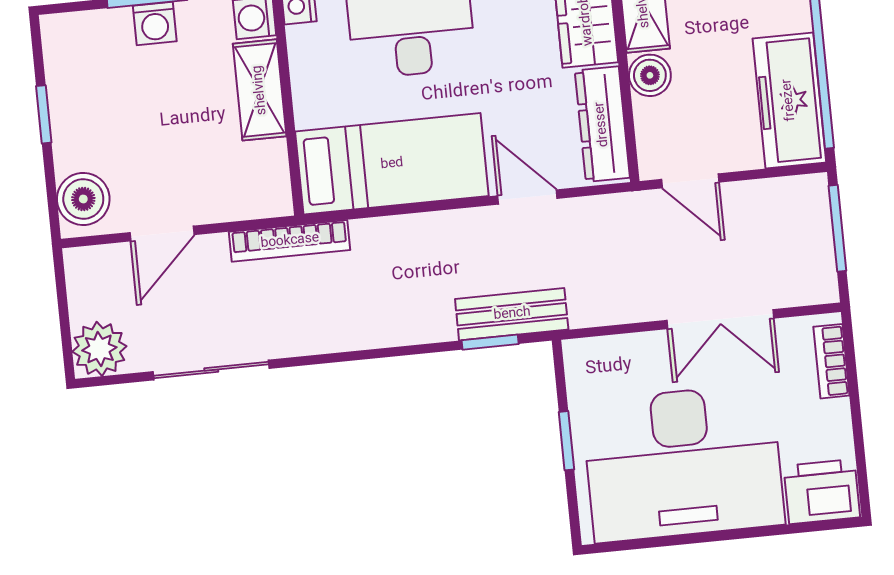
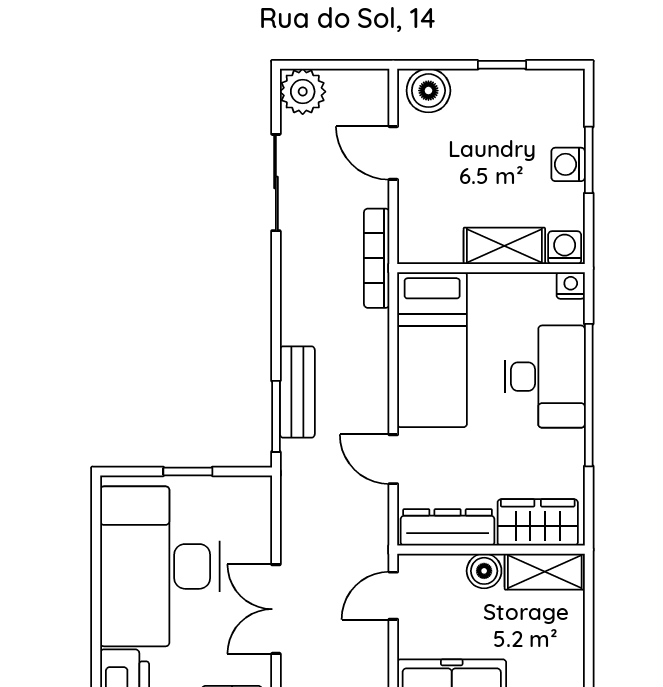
door: (527, 197) -> (393, 459), swing flipped
bench: (512, 314) -> (297, 392), moved
window: (490, 342) -> (276, 416), width x1.50

